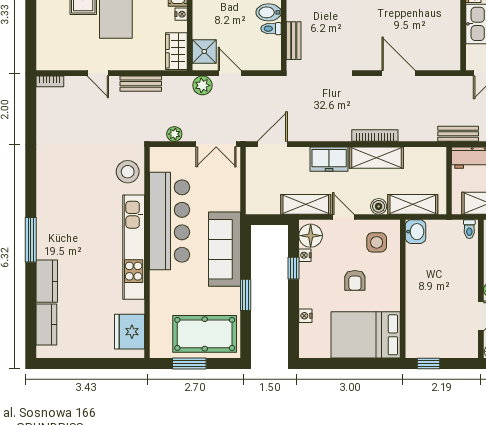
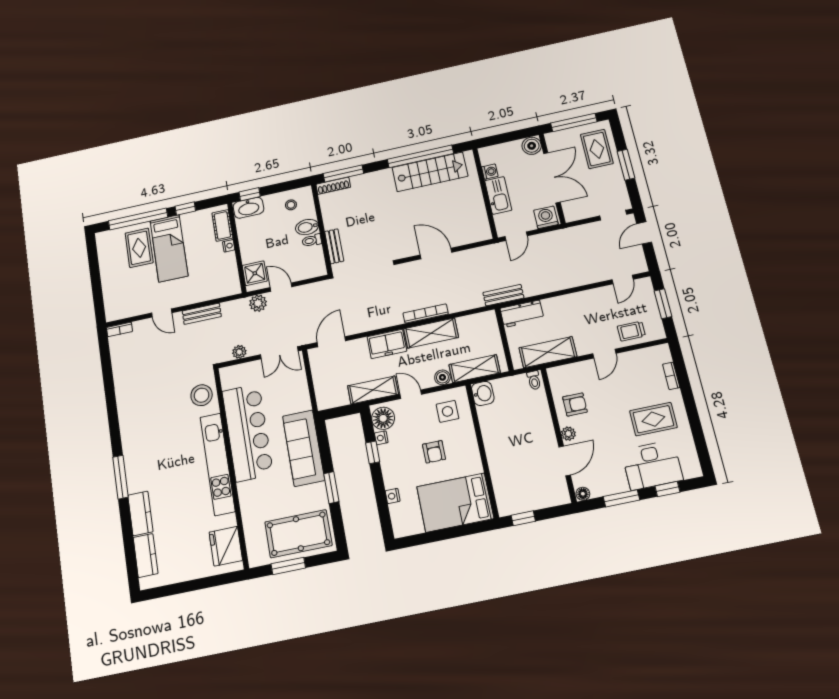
wardrobe: (176, 51) -> (229, 278), removed

